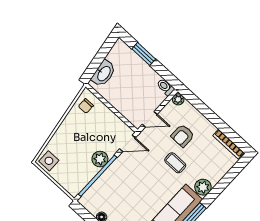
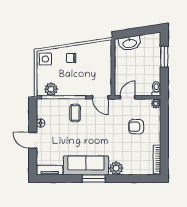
chair: (86, 106) -> (71, 58), moved
door: (150, 119) -> (128, 97), swing flipped
plant: (100, 159) -> (51, 89), moved
coffee table: (175, 163) -> (75, 113), moved

